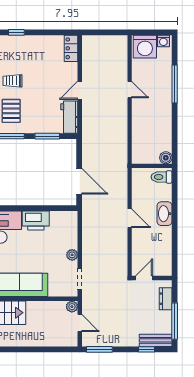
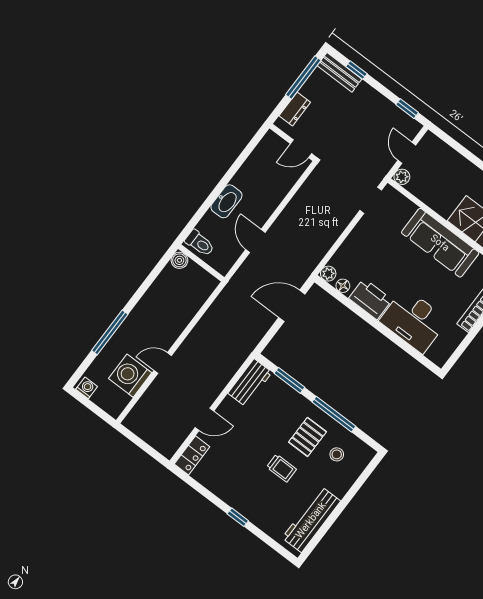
washing machine: (145, 47) -> (130, 376), moved, turned -90
door: (80, 90) -> (205, 419), moved
door: (130, 90) -> (163, 363), hinge flipped
door: (79, 181) -> (292, 306), hinge flipped
floor lamp: (58, 216) -> (343, 286), added
door: (130, 218) -> (255, 241), moved
plant: (72, 255) -> (328, 274), moved
window: (99, 349) -> (407, 109), width x0.67

